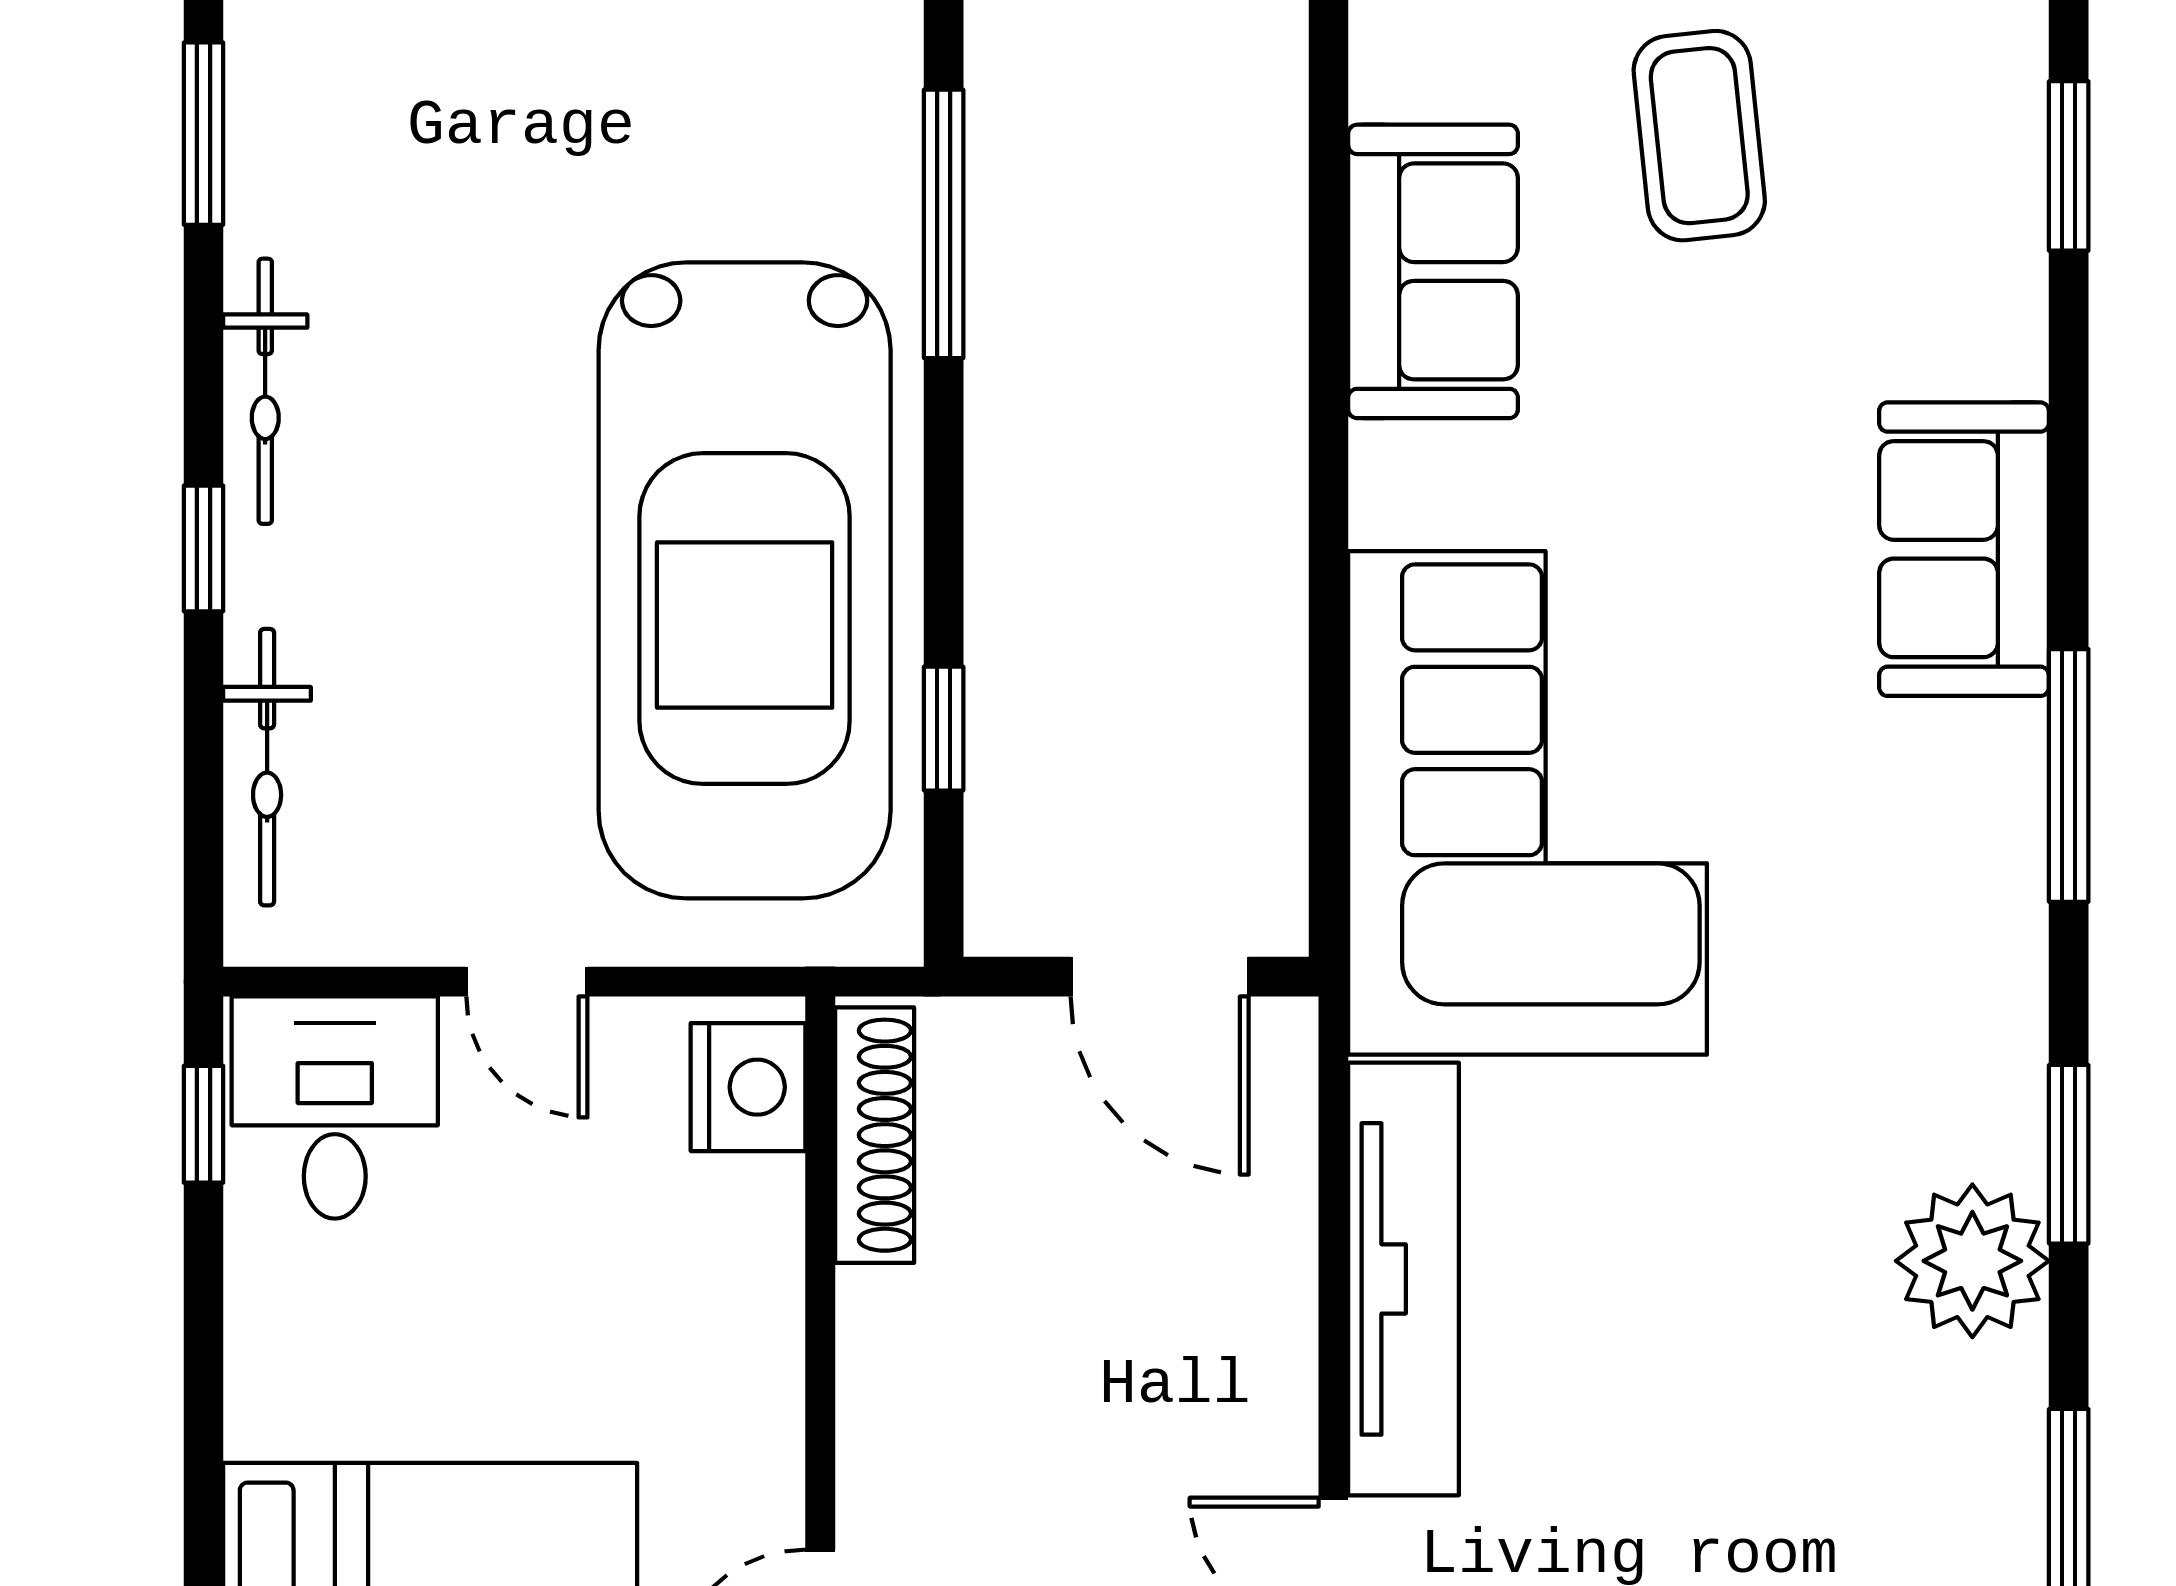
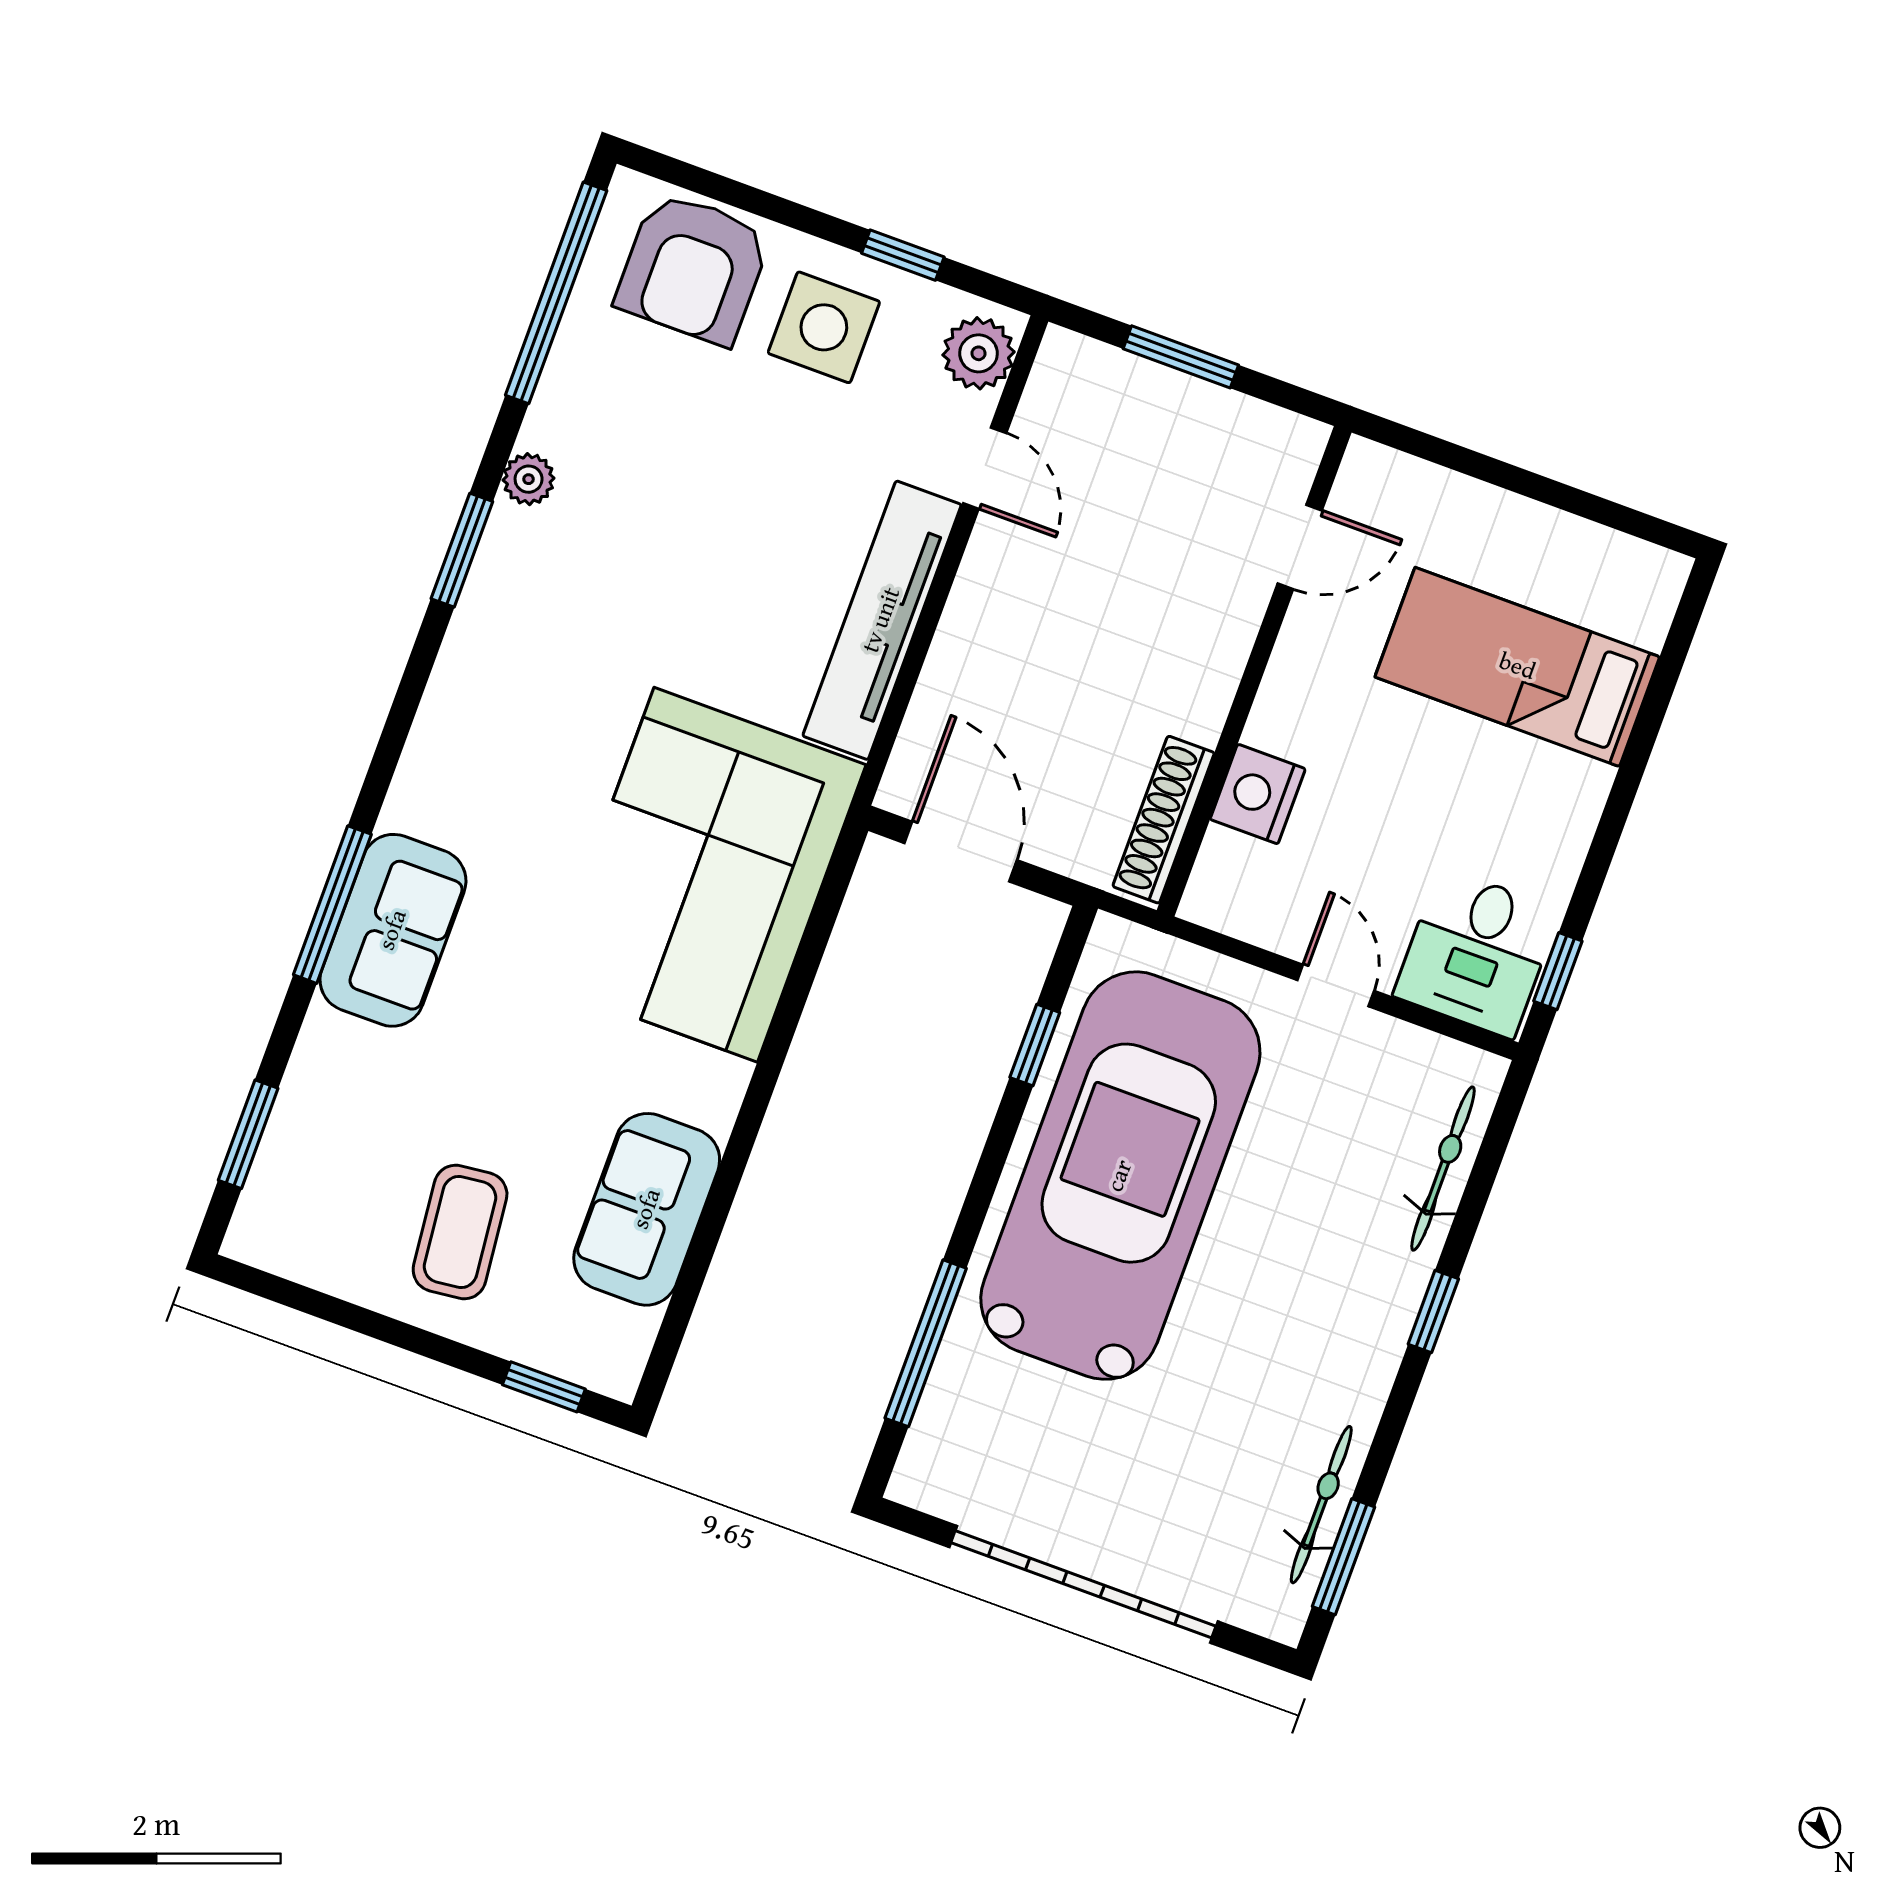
bicycle: (265, 391) -> (1321, 1505), moved
window: (2069, 775) -> (332, 905), moved
nightstand: (748, 1087) -> (1258, 794), moved
plant: (1972, 1261) -> (529, 479), width x0.53, depth x0.53

